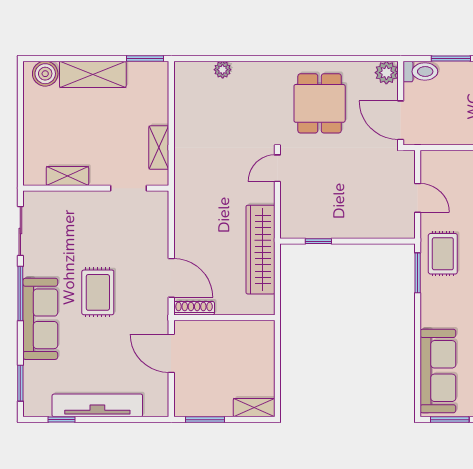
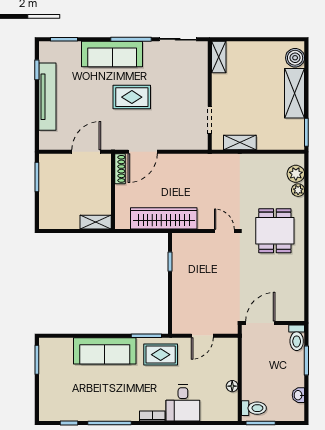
plant: (386, 73) -> (296, 174), moved
dining table: (320, 103) -> (275, 231), moved, turned 90
shelving: (67, 176) -> (219, 57), moved
sofa: (438, 371) -> (105, 351), moved
shelving: (254, 408) -> (96, 222), moved, turned 90

